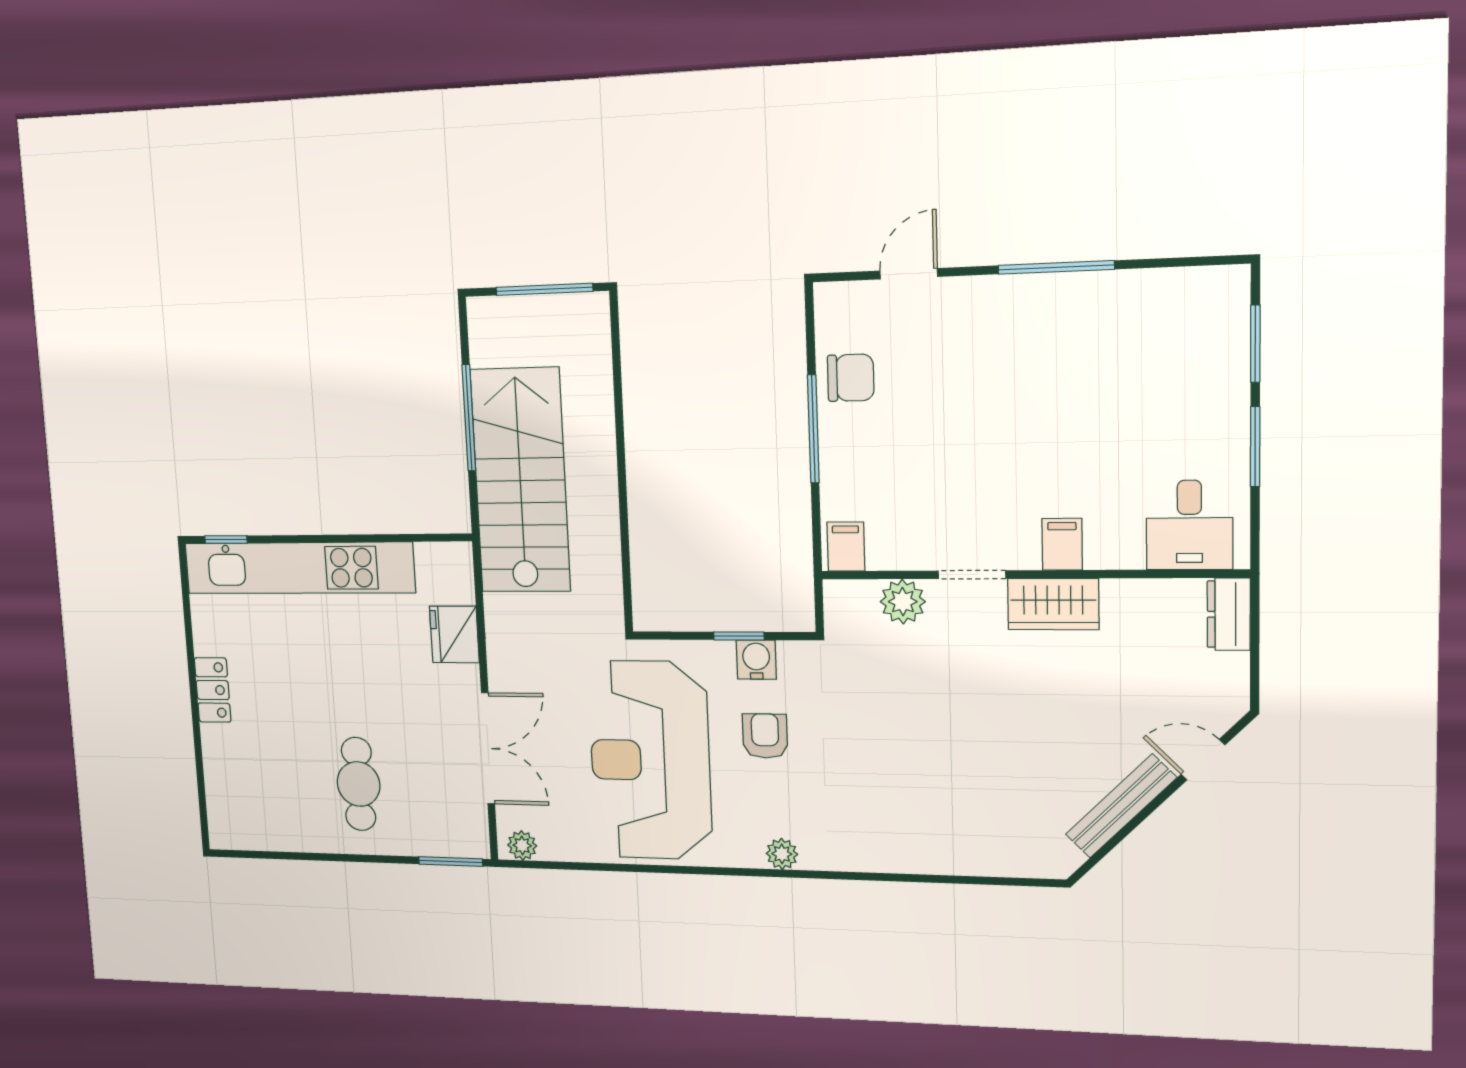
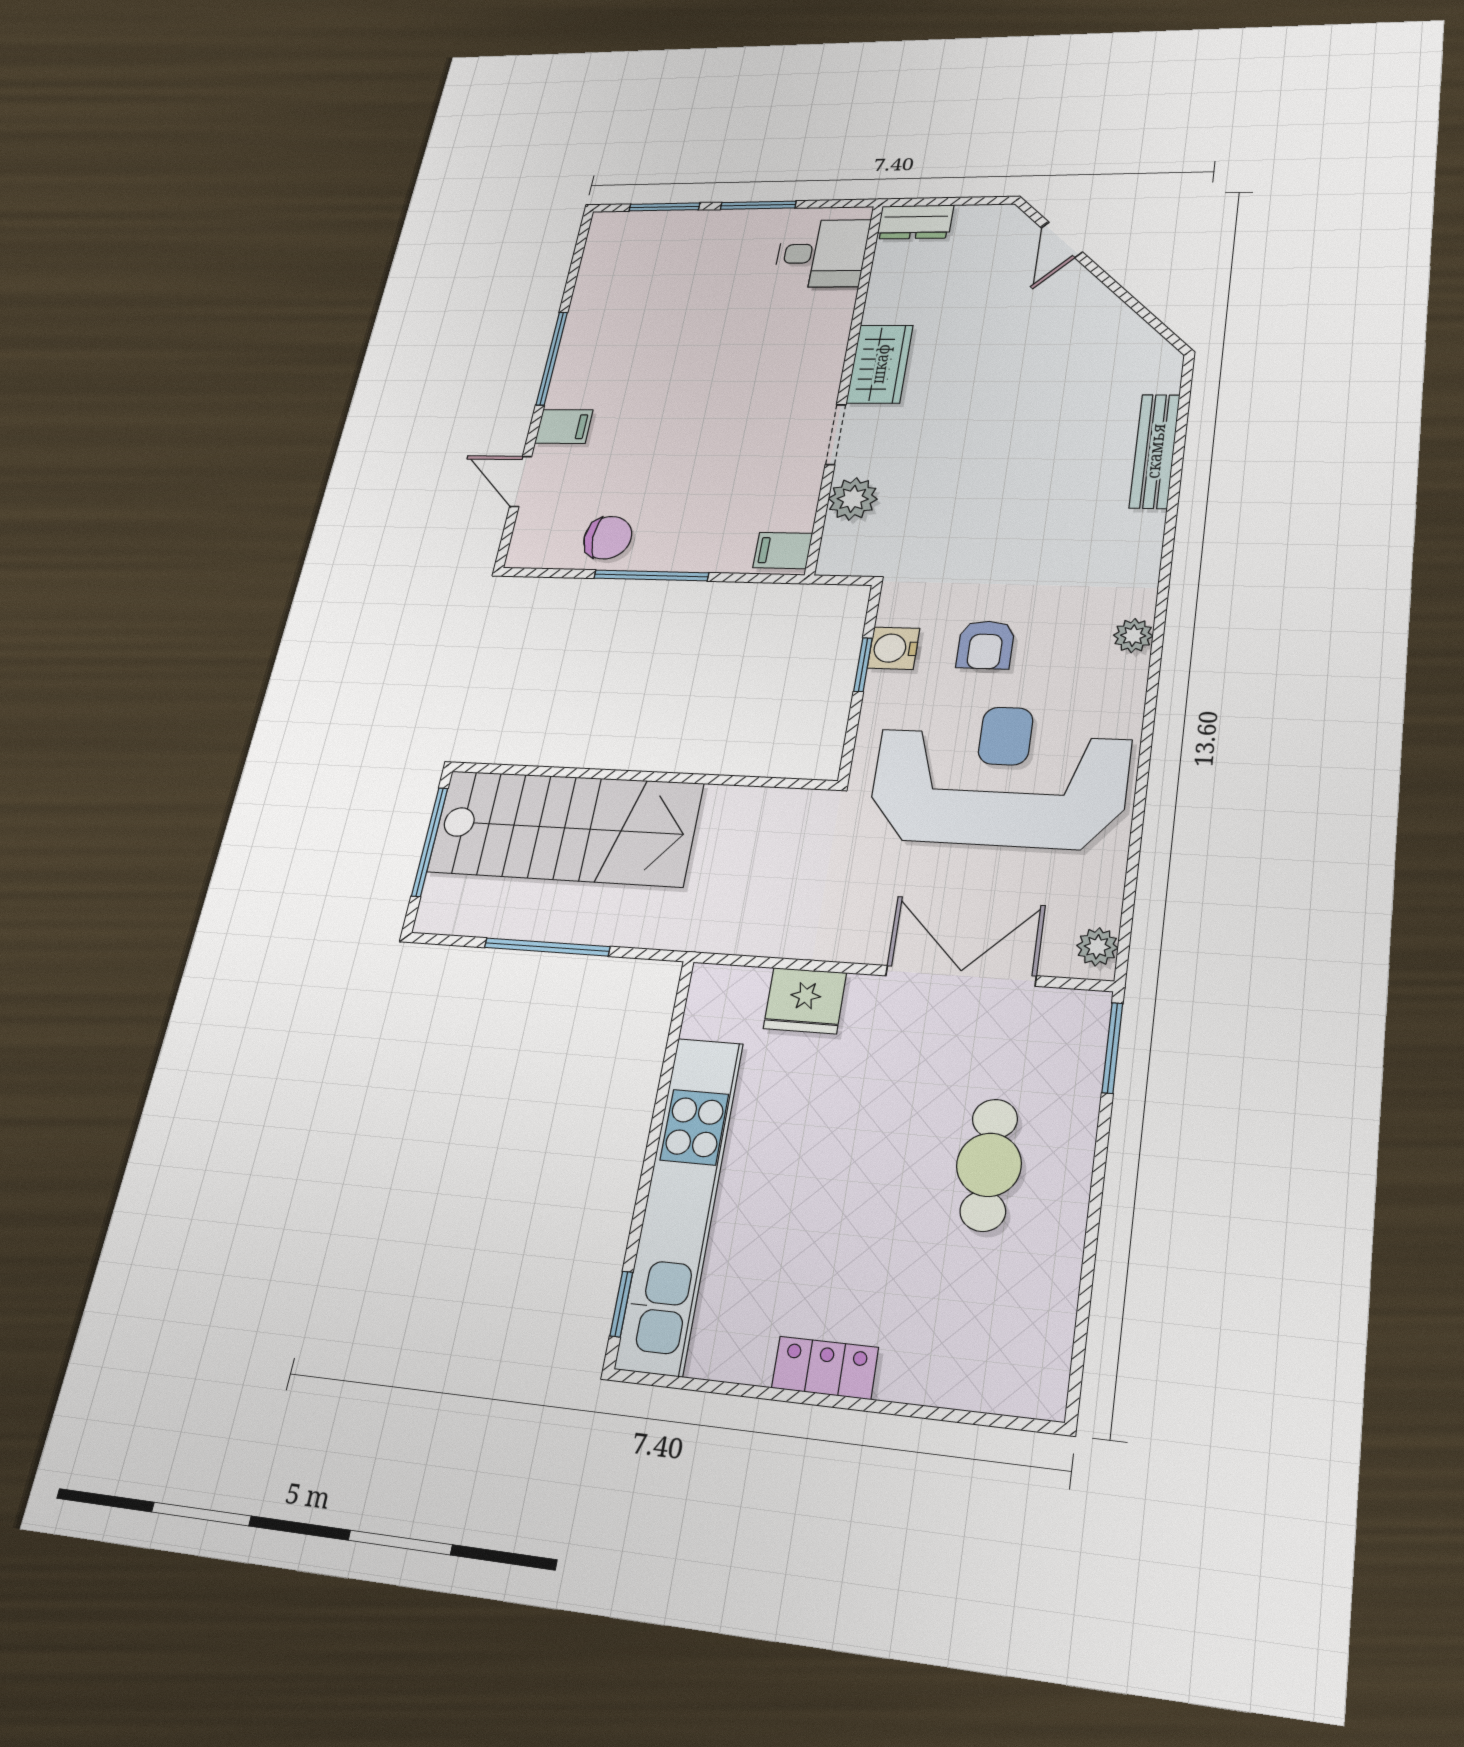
chair: (851, 378) -> (608, 538), turned 90
stairs: (520, 481) -> (565, 828), moved, turned 180
filing cabinet: (1062, 544) -> (564, 427), moved, turned 180
armchair: (765, 736) -> (986, 645), turned -90
reception desk: (650, 760) -> (1000, 776), turned 180
cafe table: (359, 784) -> (989, 1165), turned 90
bench: (1121, 806) -> (1155, 451), moved, turned 45

